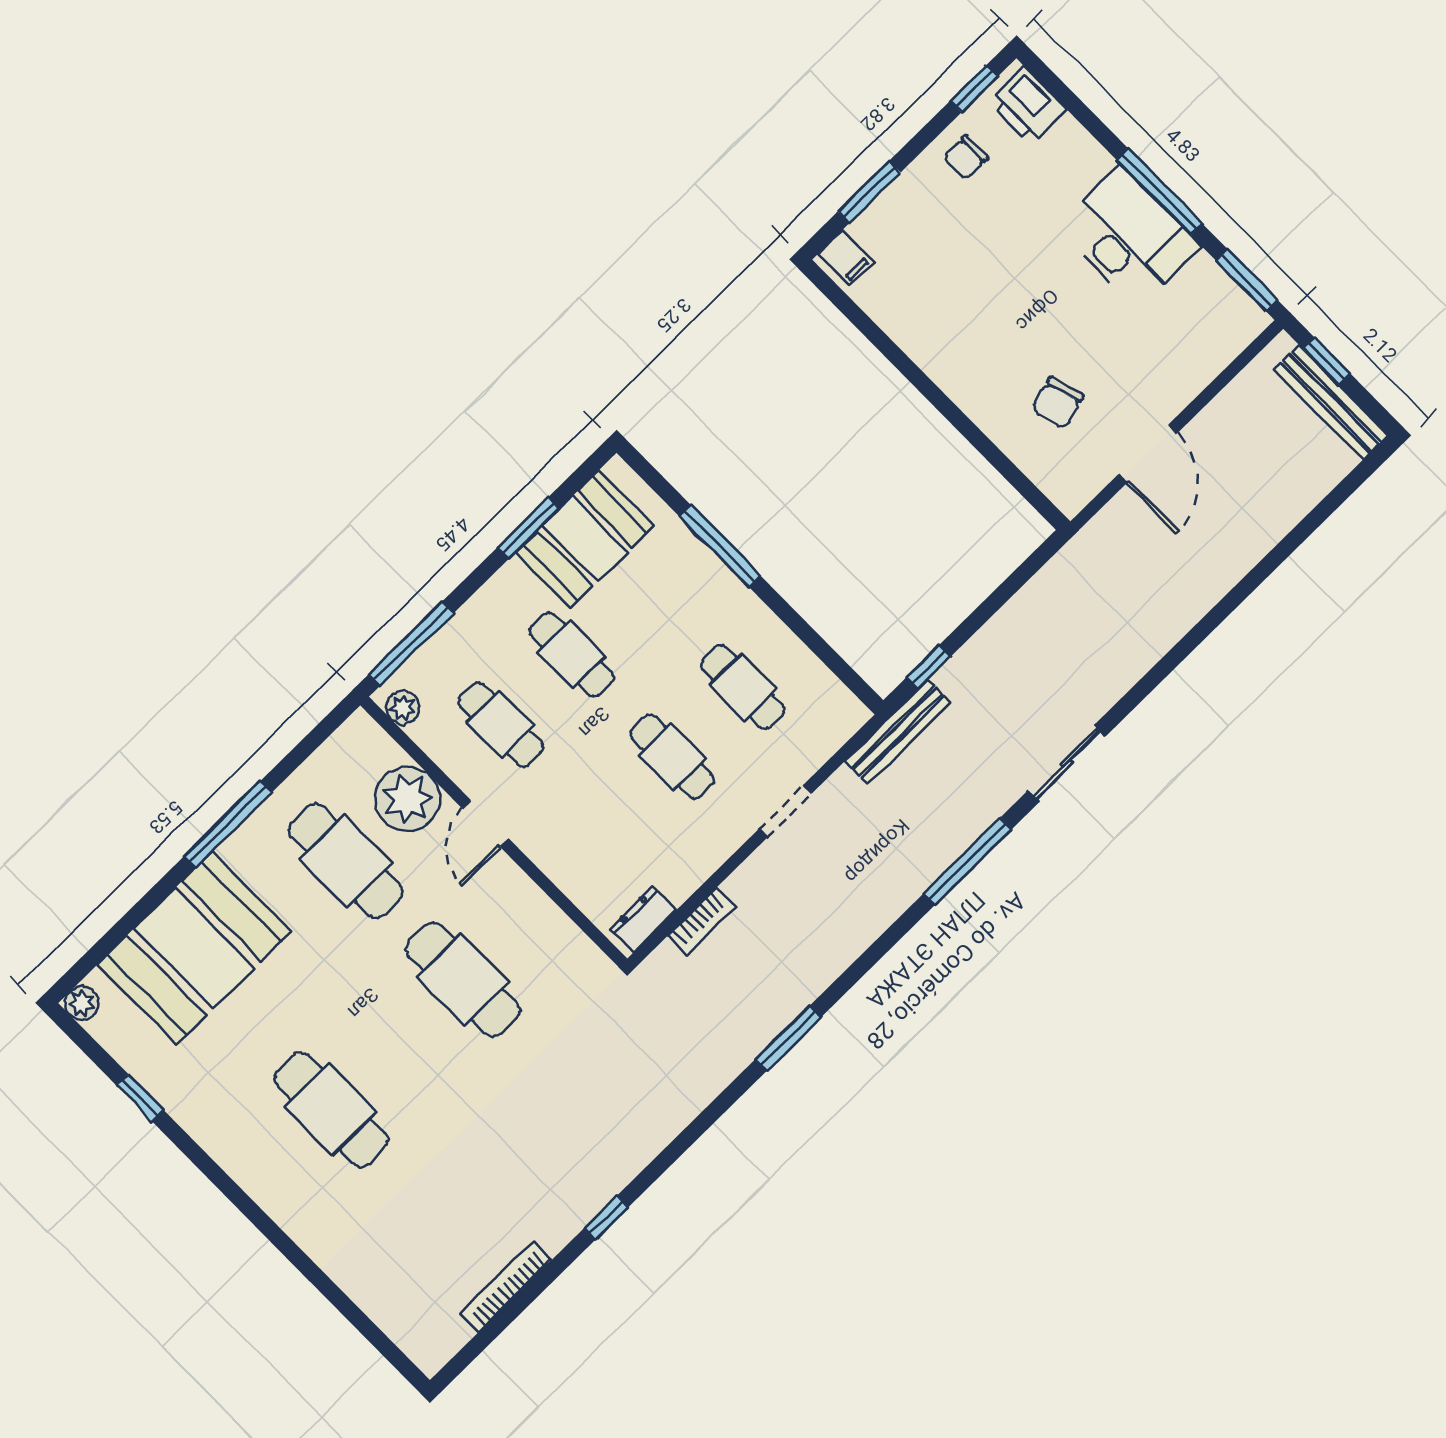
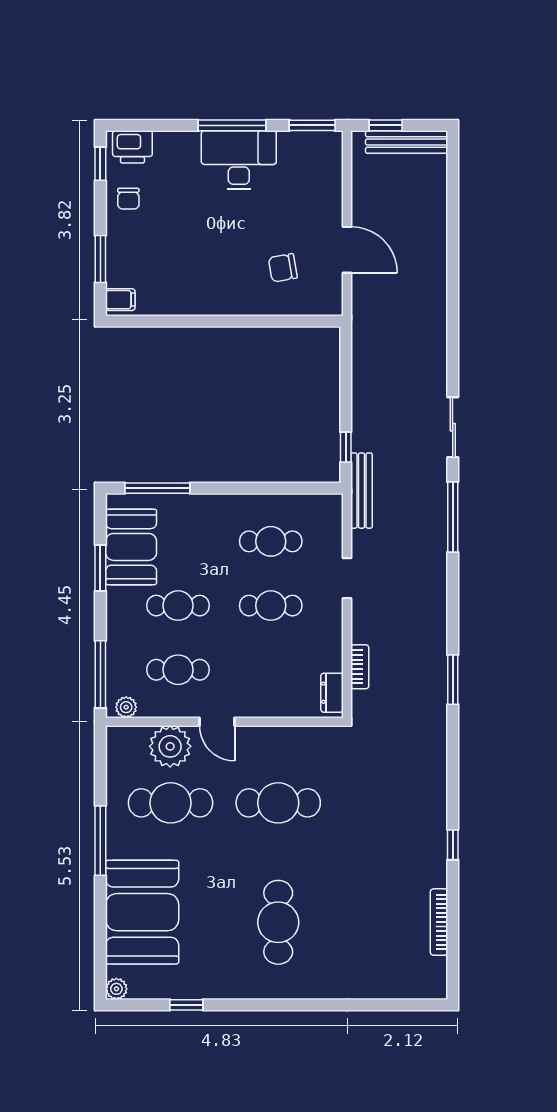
chair: (1058, 403) -> (283, 268), turned 96
window: (720, 546) -> (157, 488), moved
cafe table: (331, 1109) -> (278, 922), turned 90

